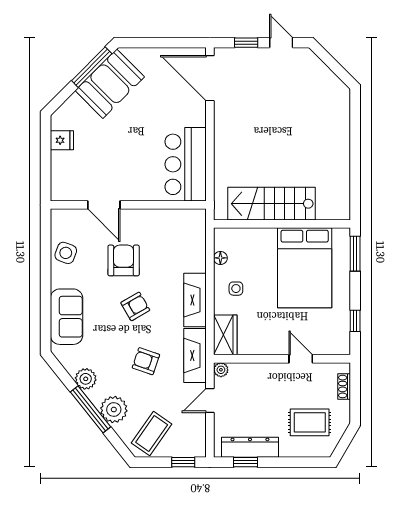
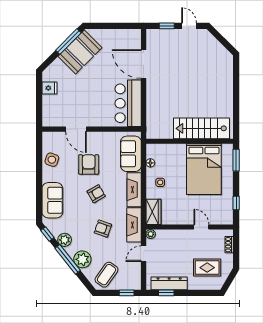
door: (210, 78) -> (144, 64), moved
stairs: (272, 204) -> (202, 128), moved
sofa: (190, 244) -> (131, 154), added
window: (59, 370) -> (47, 234), added

